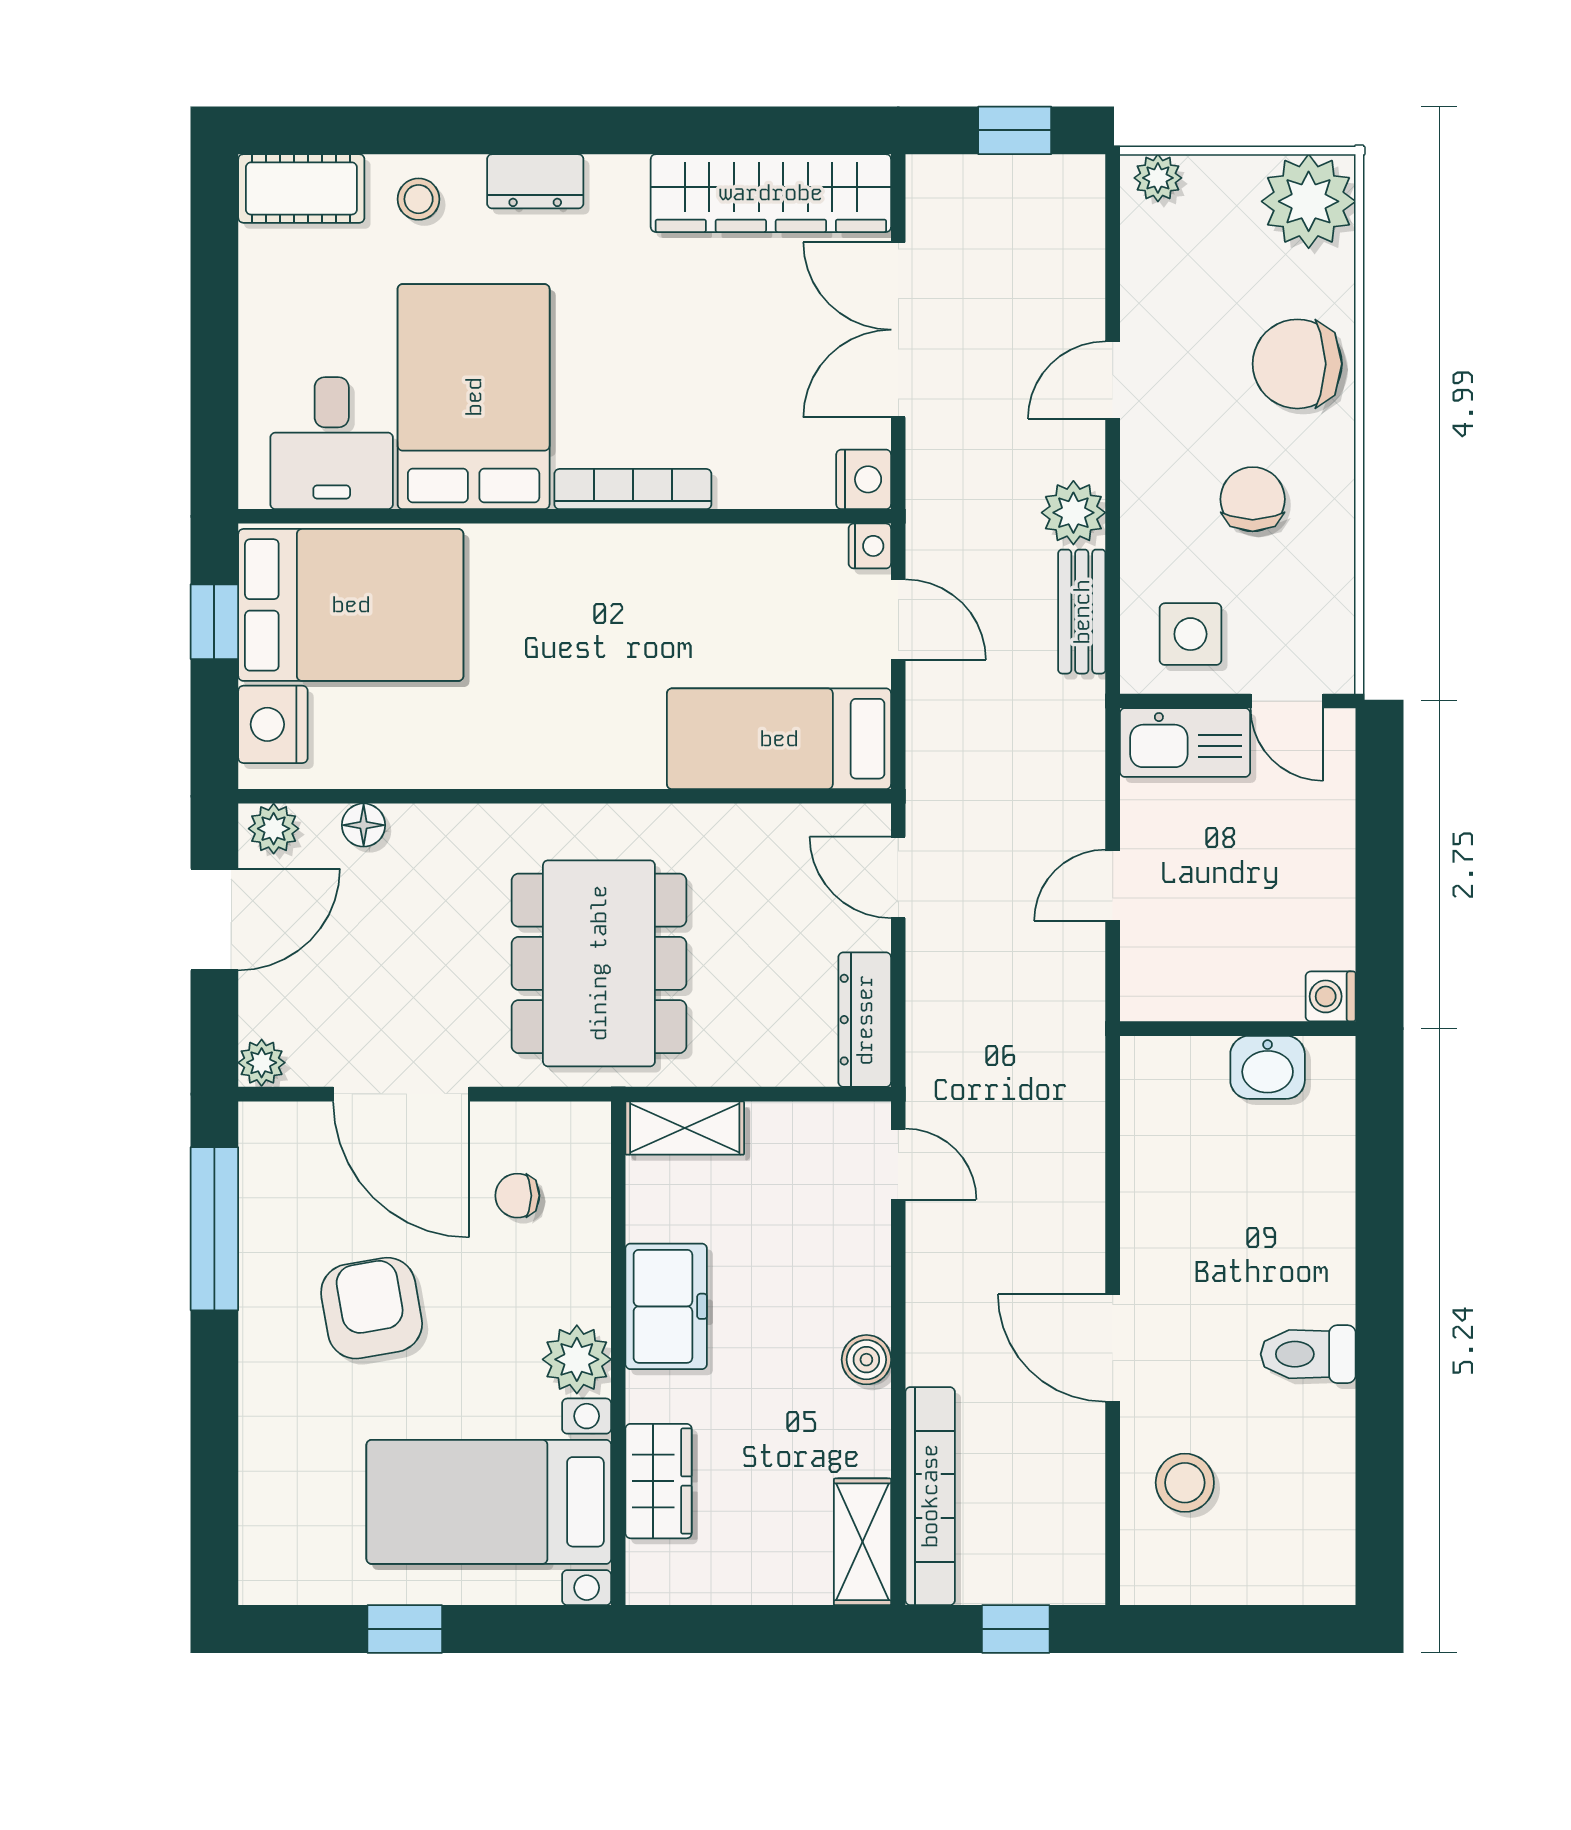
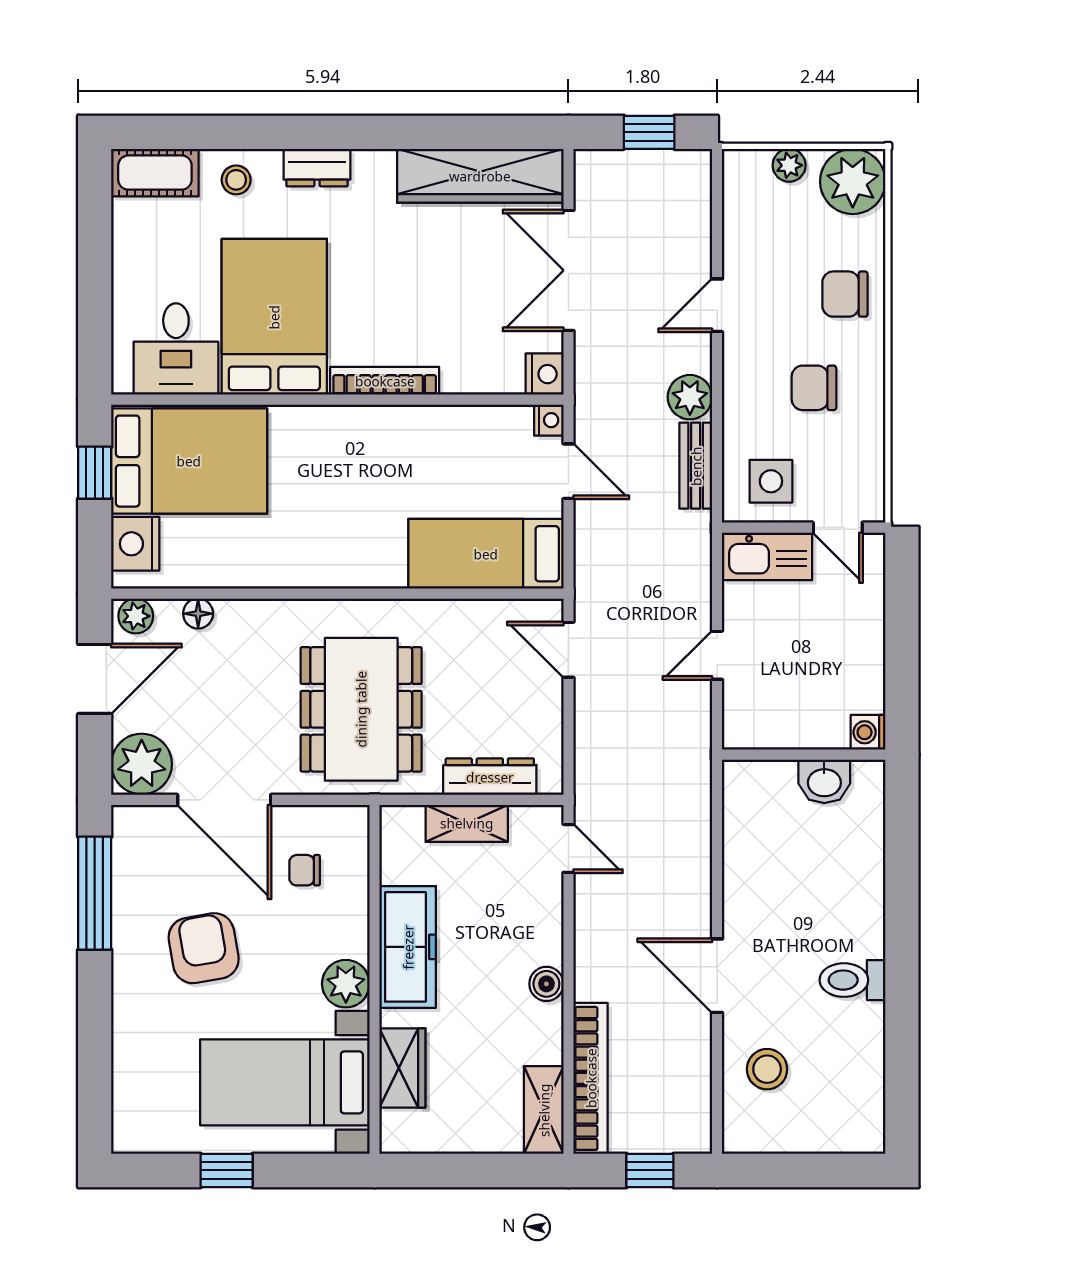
plant: (1158, 178) -> (789, 165), moved
chair: (1297, 364) -> (845, 294), width x0.73, depth x0.73
chair: (1253, 499) -> (814, 388), turned -90
dresser: (865, 1020) -> (490, 777), moved, turned 90
plant: (262, 1063) -> (142, 764), width x1.87, depth x1.87
shelving: (685, 1128) -> (467, 823), moved
freezer: (666, 1306) -> (408, 947), width x1.40

